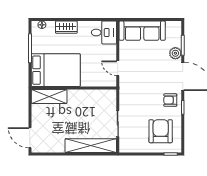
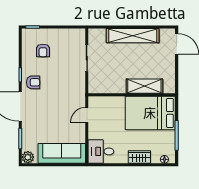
plant: (175, 53) -> (28, 157), moved
door: (118, 68) -> (87, 115), swing flipped
shelving: (49, 96) -> (144, 86), moved
armchair: (161, 131) -> (43, 50), width x0.53, depth x0.53
shelving: (91, 146) -> (133, 36), moved

